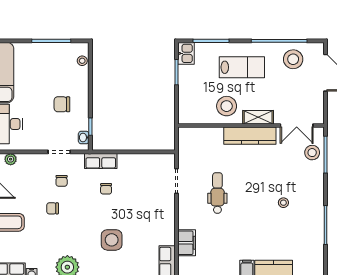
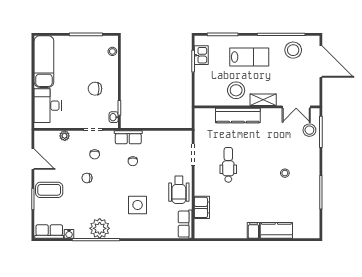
kitchen sink: (186, 53) -> (201, 55), moved
kitchen counter: (250, 136) -> (238, 116), moved
plant: (11, 159) -> (65, 136), moved
wheelchair: (160, 222) -> (179, 190), added

